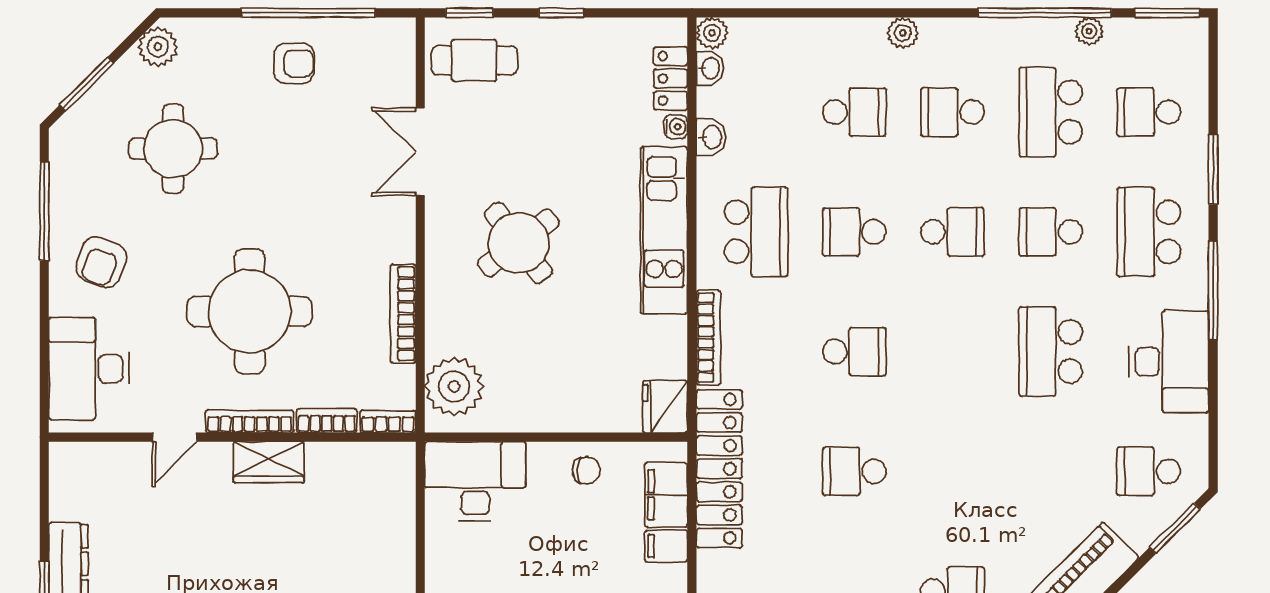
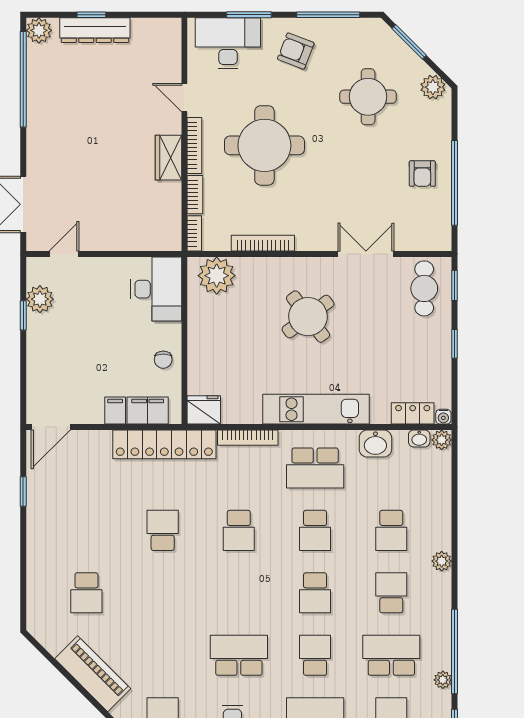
water cooler: (676, 127) -> (443, 417), moved
washbasin: (711, 137) -> (375, 444), width x1.38, depth x1.45
school desk: (854, 232) -> (315, 530), turned 180
window: (44, 336) -> (249, 15), added

